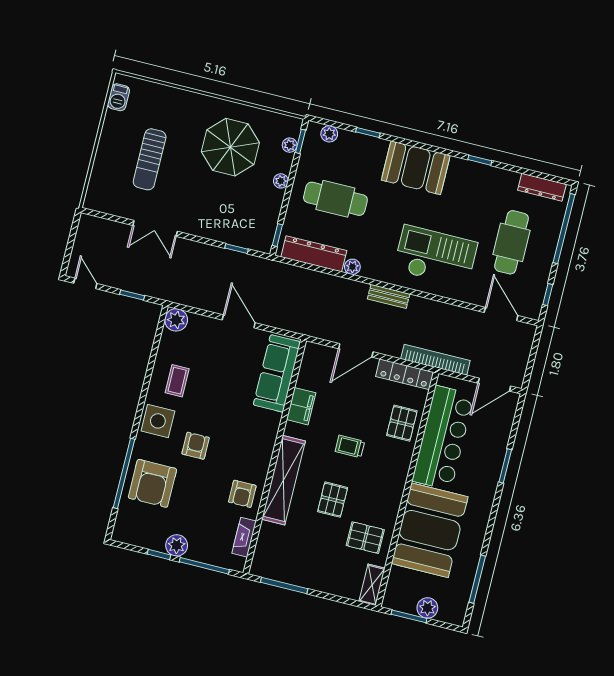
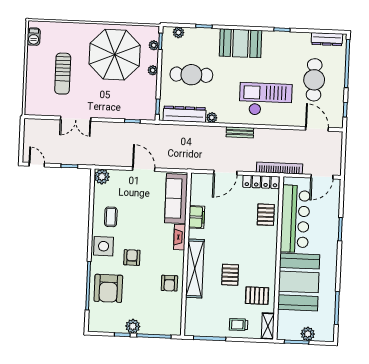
parasol: (230, 147) -> (115, 55), width x1.36, depth x1.36
trolley: (350, 446) -> (239, 325), moved
fireplace: (244, 537) -> (180, 237), moved

